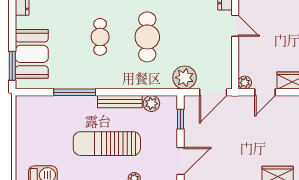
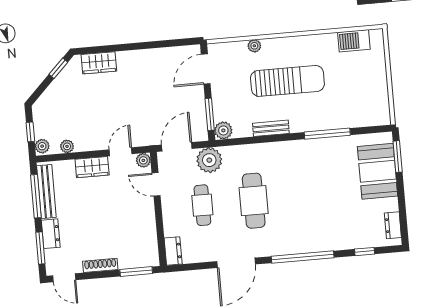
door: (235, 26) -> (156, 184), moved
cafe table: (100, 37) -> (202, 205), moved
bench: (120, 102) -> (271, 128), width x0.73
plant: (151, 104) -> (223, 130), moved
window: (181, 119) -> (210, 114), width x1.50

